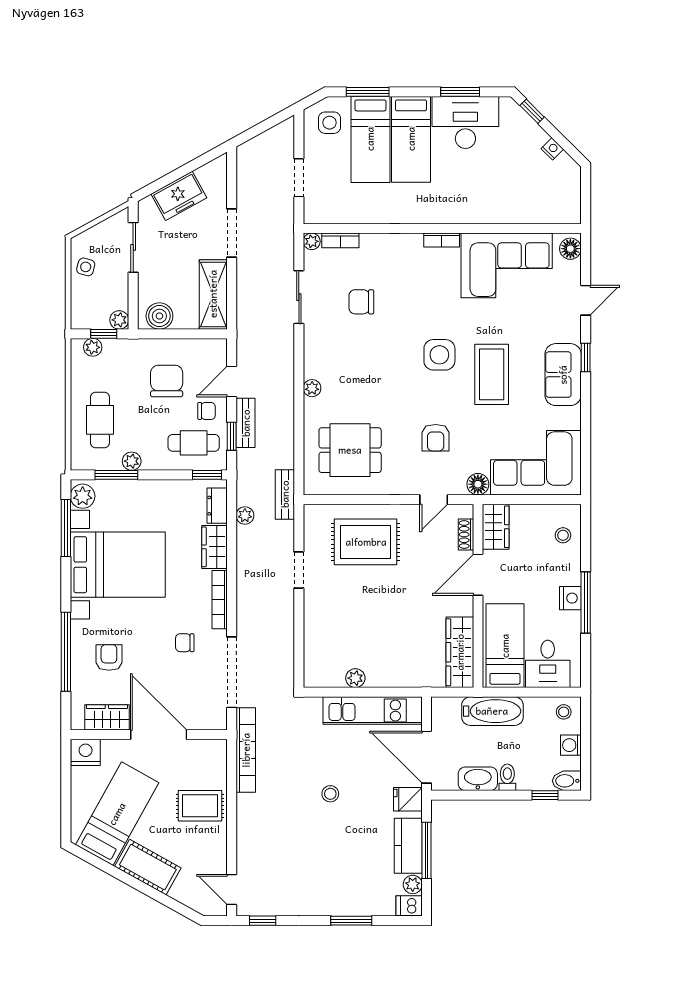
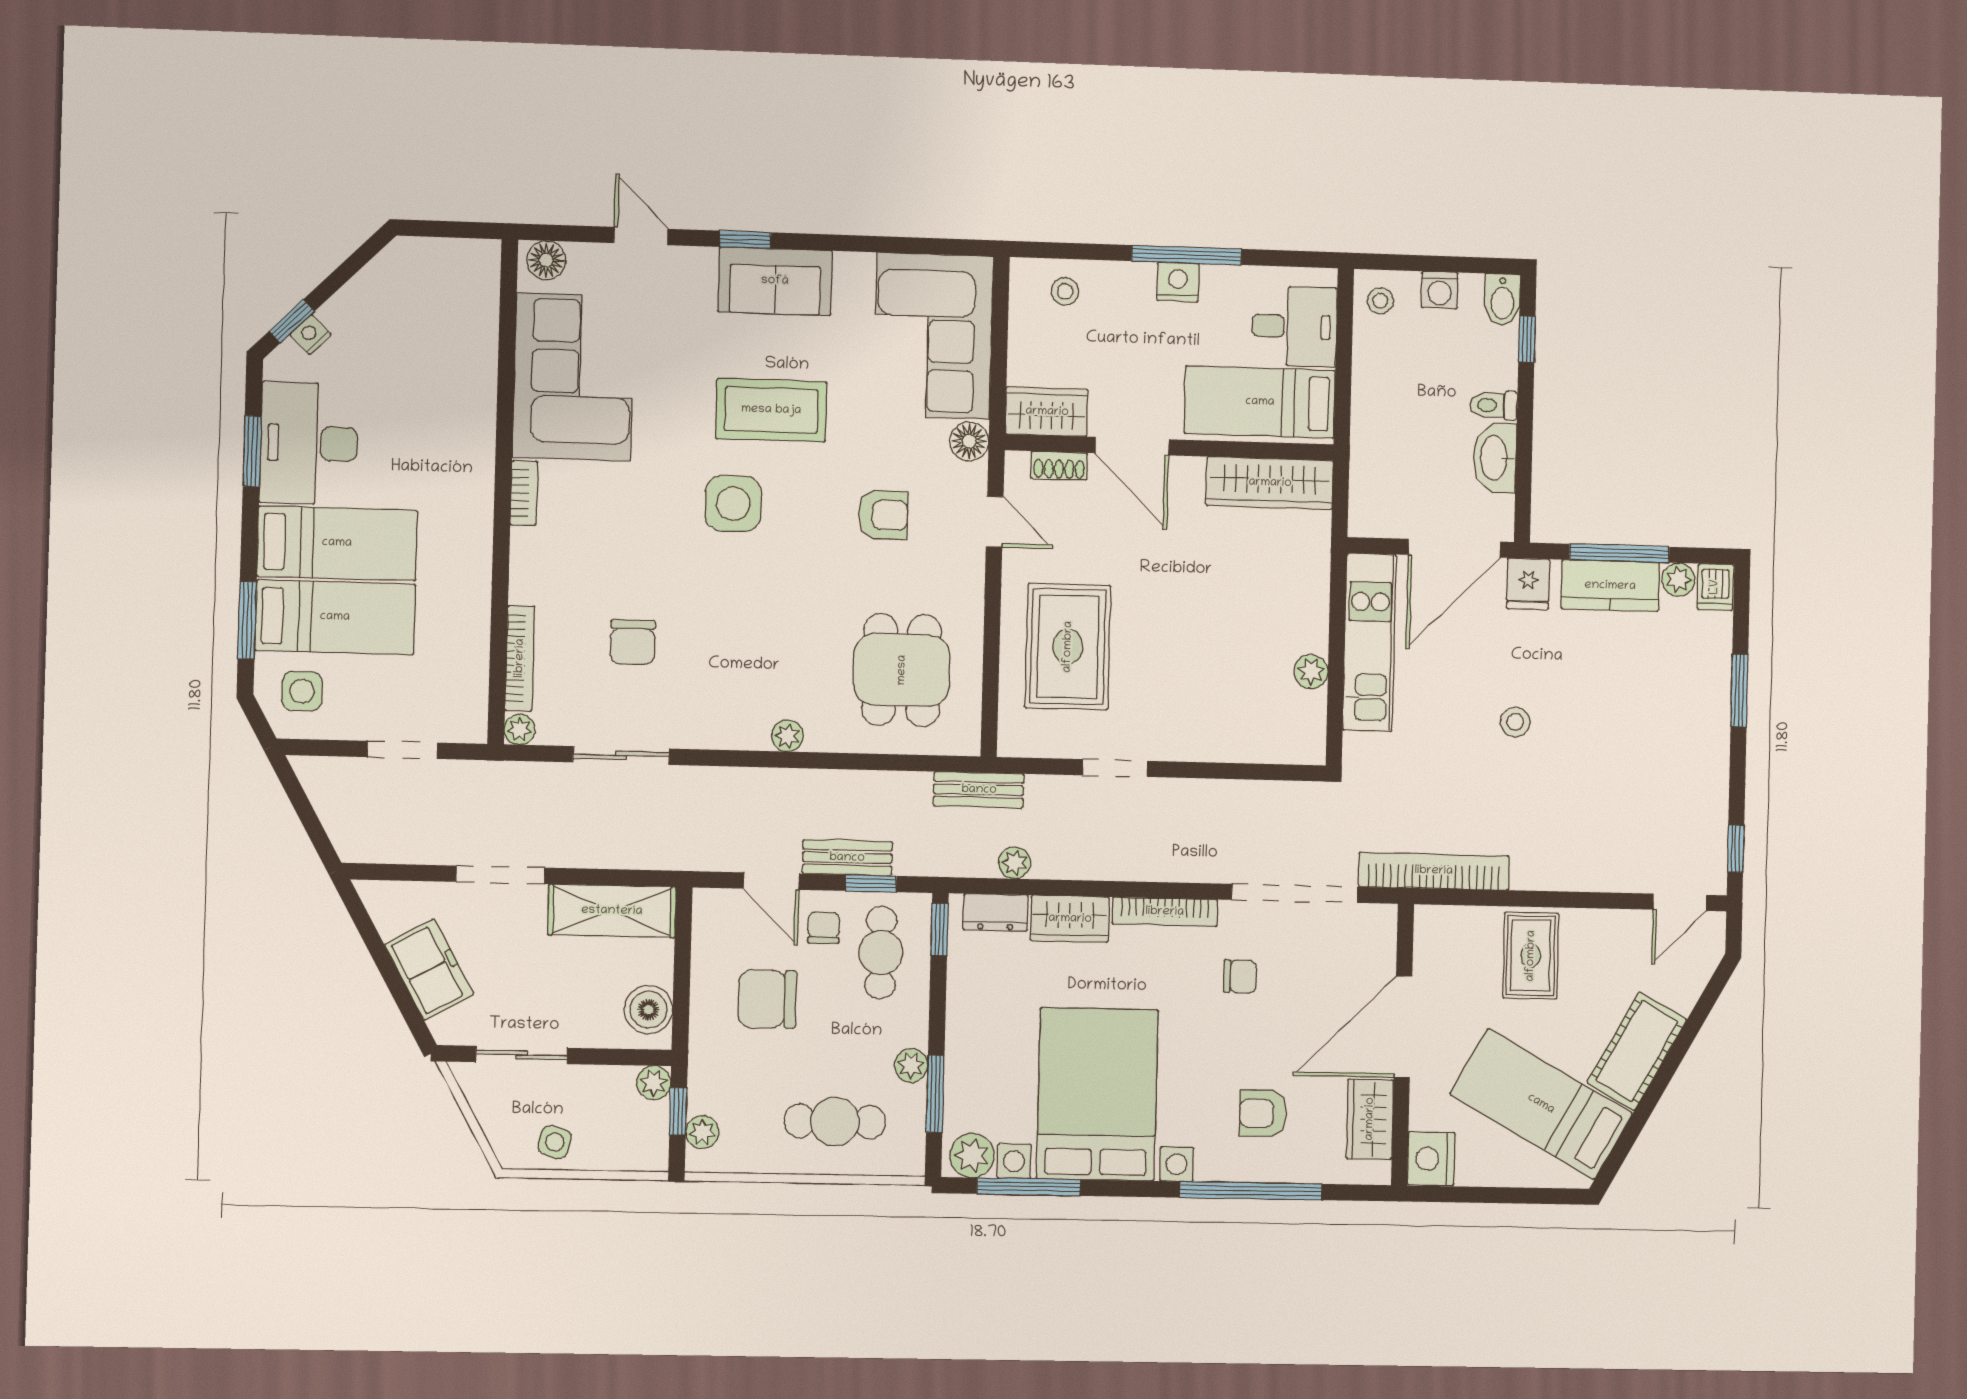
nightstand: (552, 149) -> (310, 335), moved
bookcase: (340, 240) -> (520, 658), width x1.56
chair: (185, 643) -> (1240, 976), turned -90
bathtub: (492, 711) -> (1376, 428), removed

